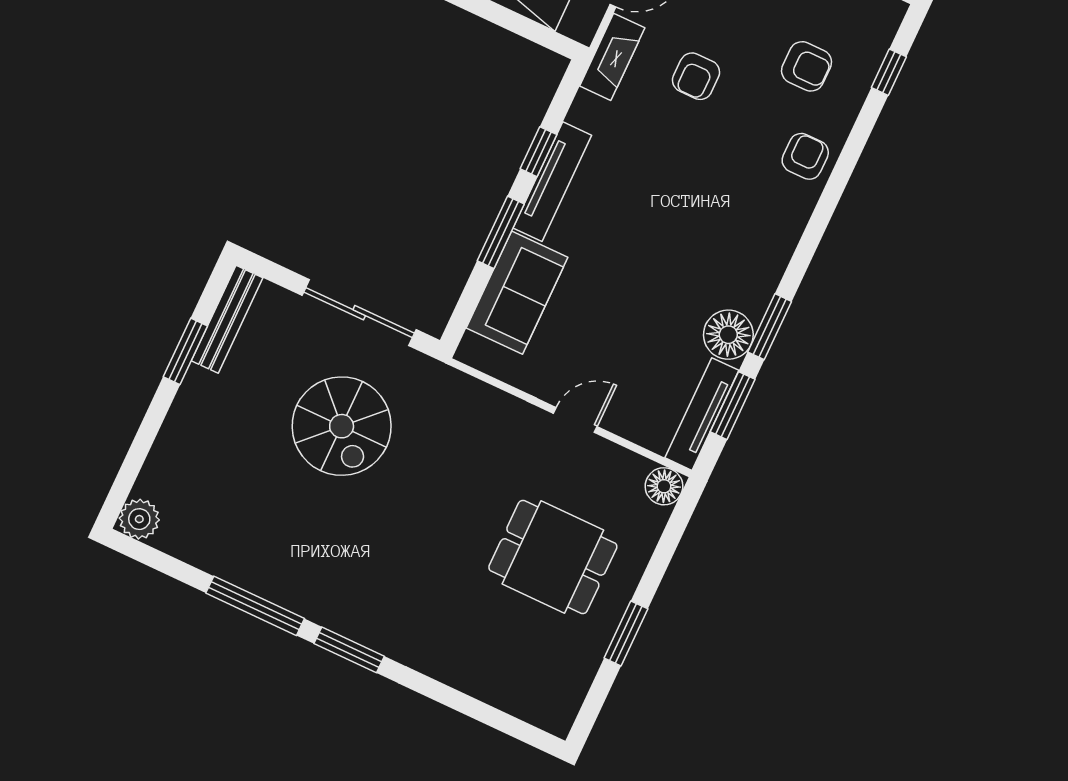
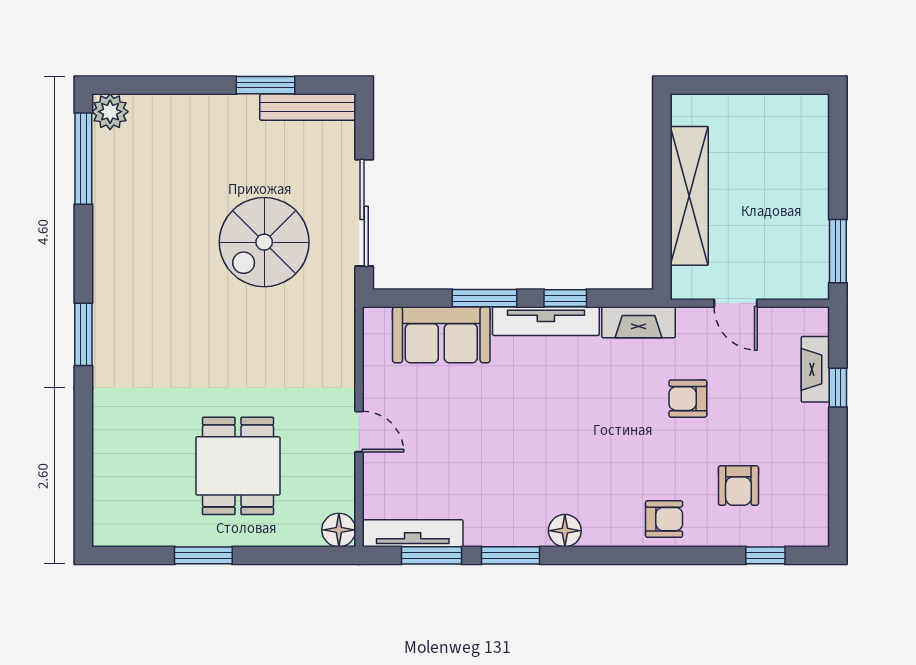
fireplace: (612, 57) -> (639, 322), moved
floor lamp: (728, 335) -> (565, 531), moved, width x0.73, depth x0.73
window: (255, 606) -> (83, 159), moved

